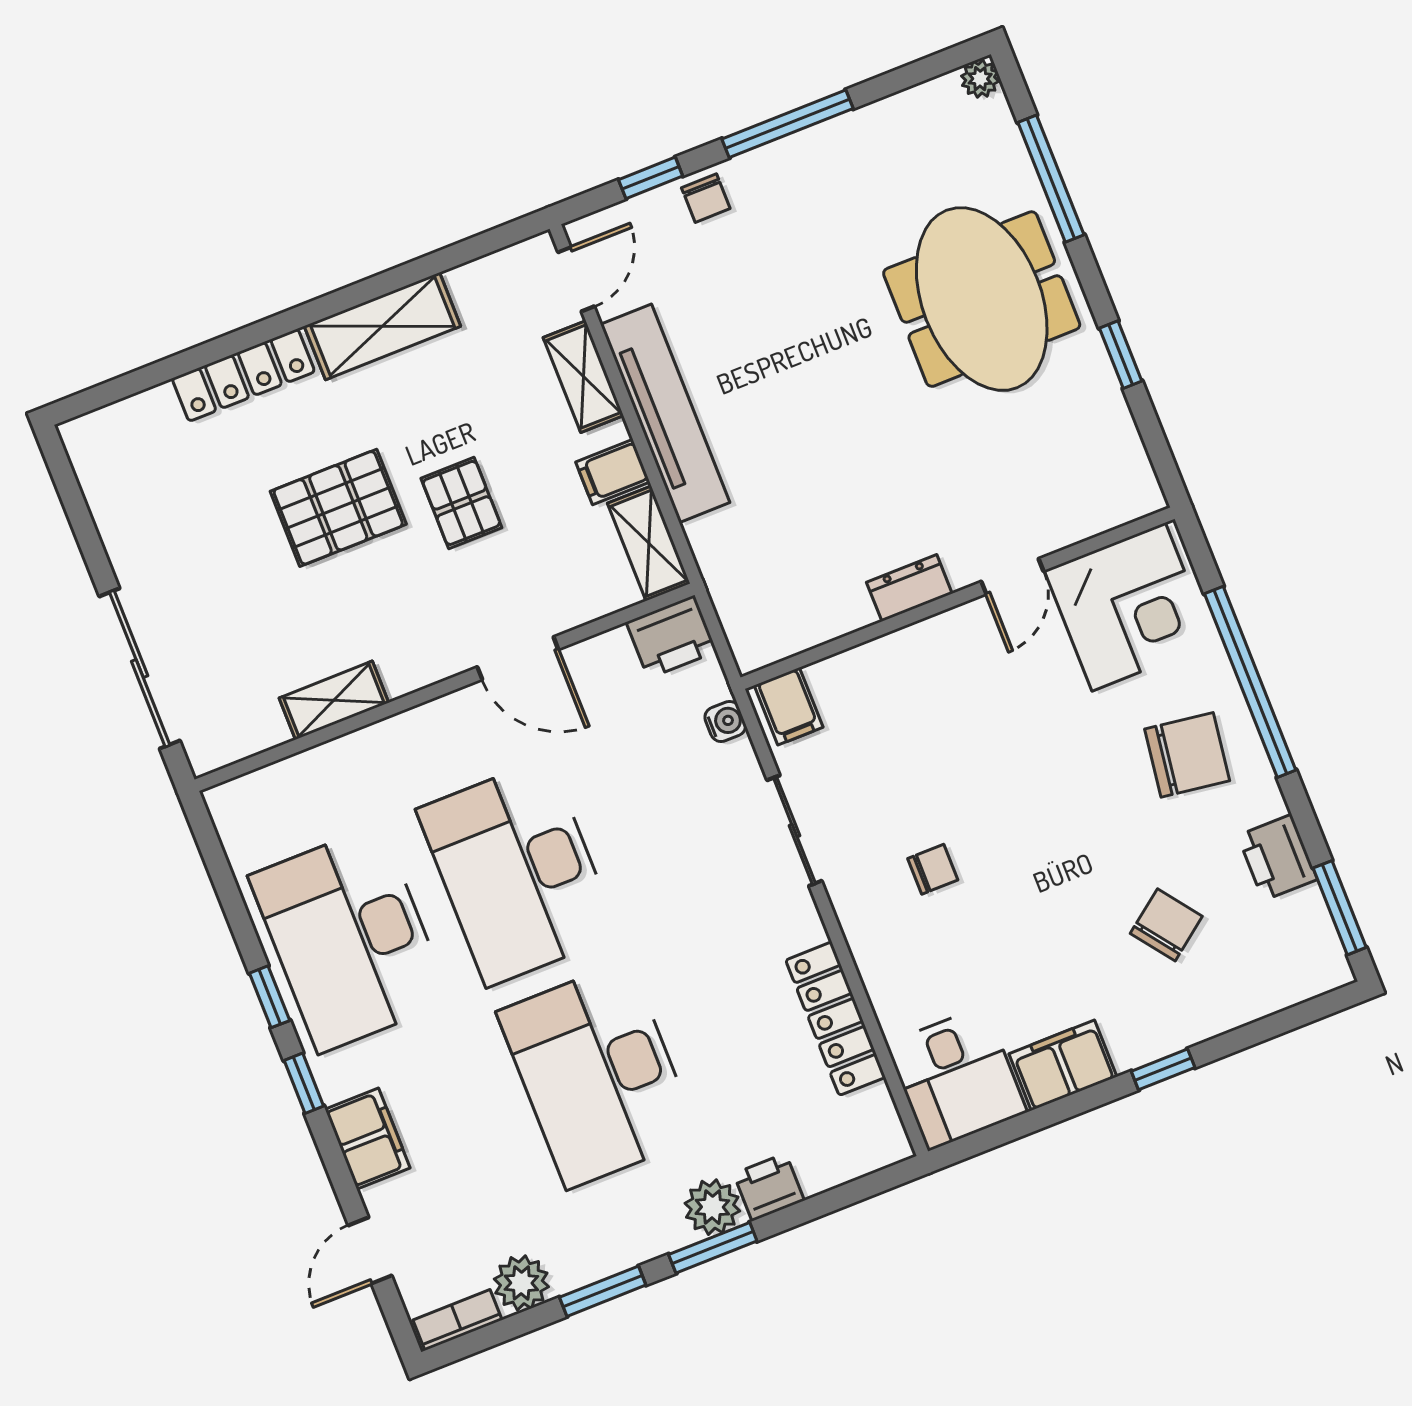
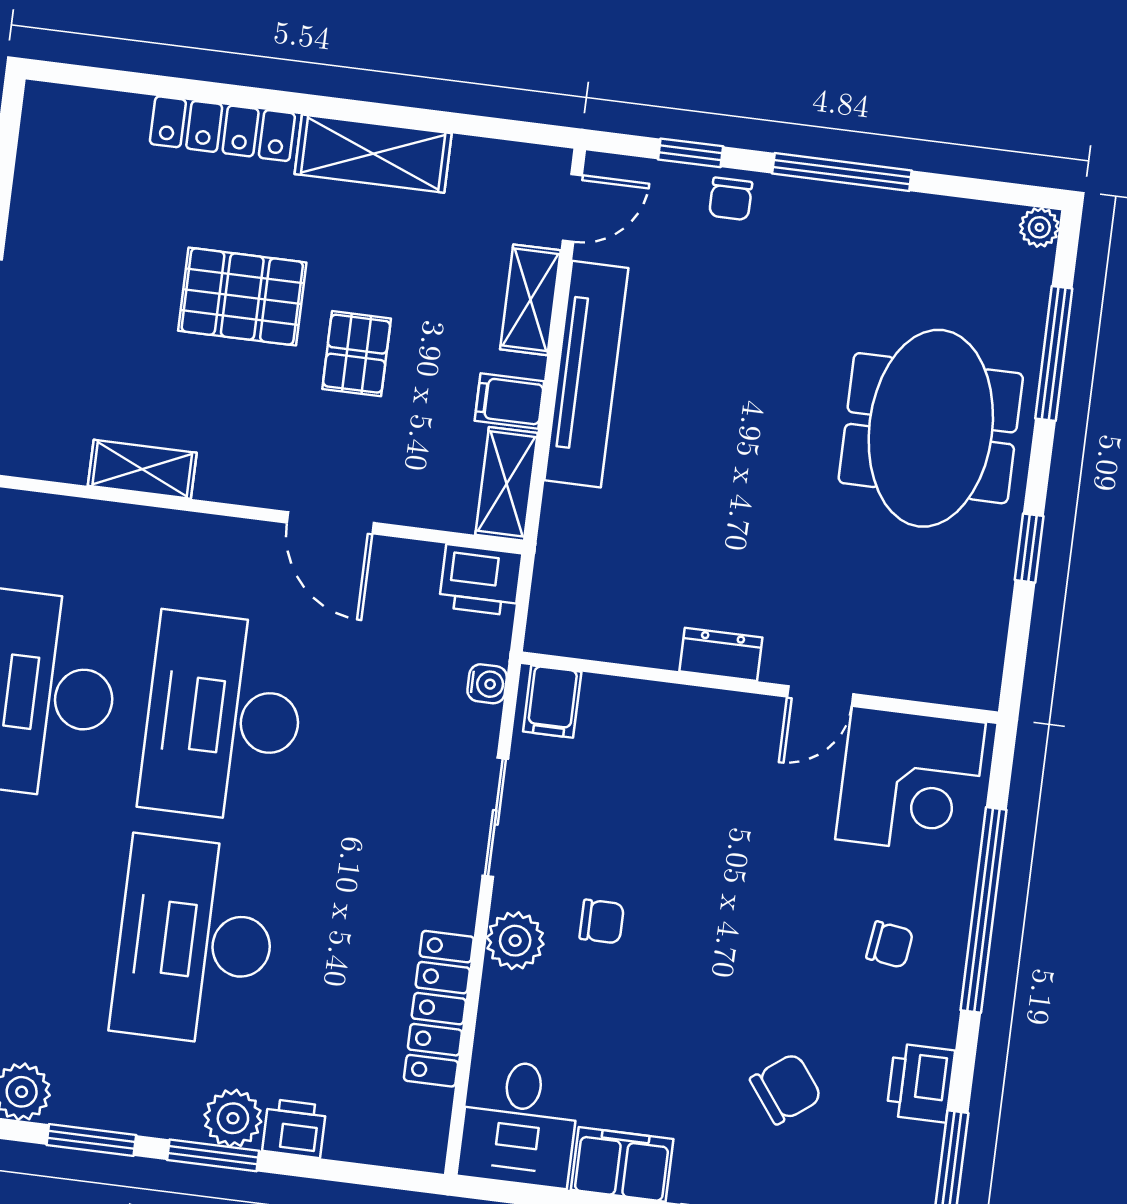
chair: (1187, 755) -> (890, 945), width x0.54, depth x0.54
plant: (868, 926) -> (515, 941), added

